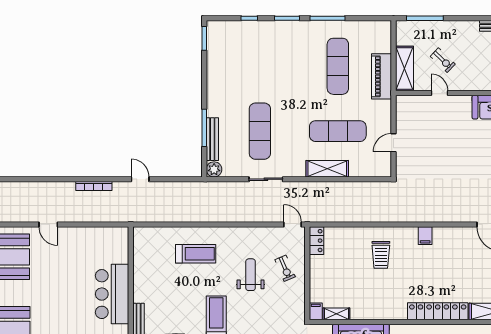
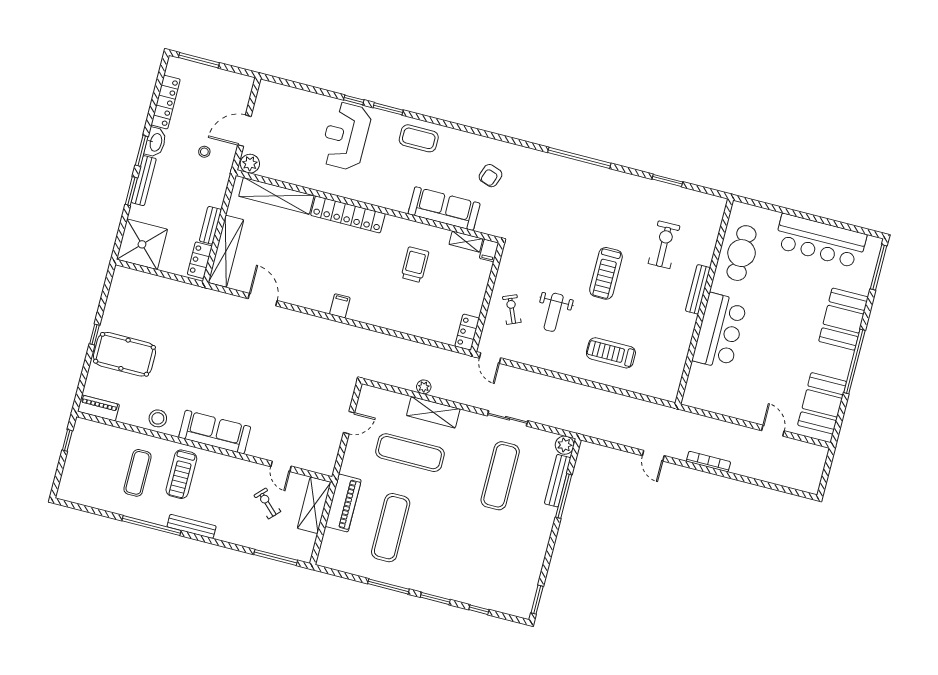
plant: (340, 187) -> (424, 387), added
trolley: (381, 255) -> (415, 265), moved

